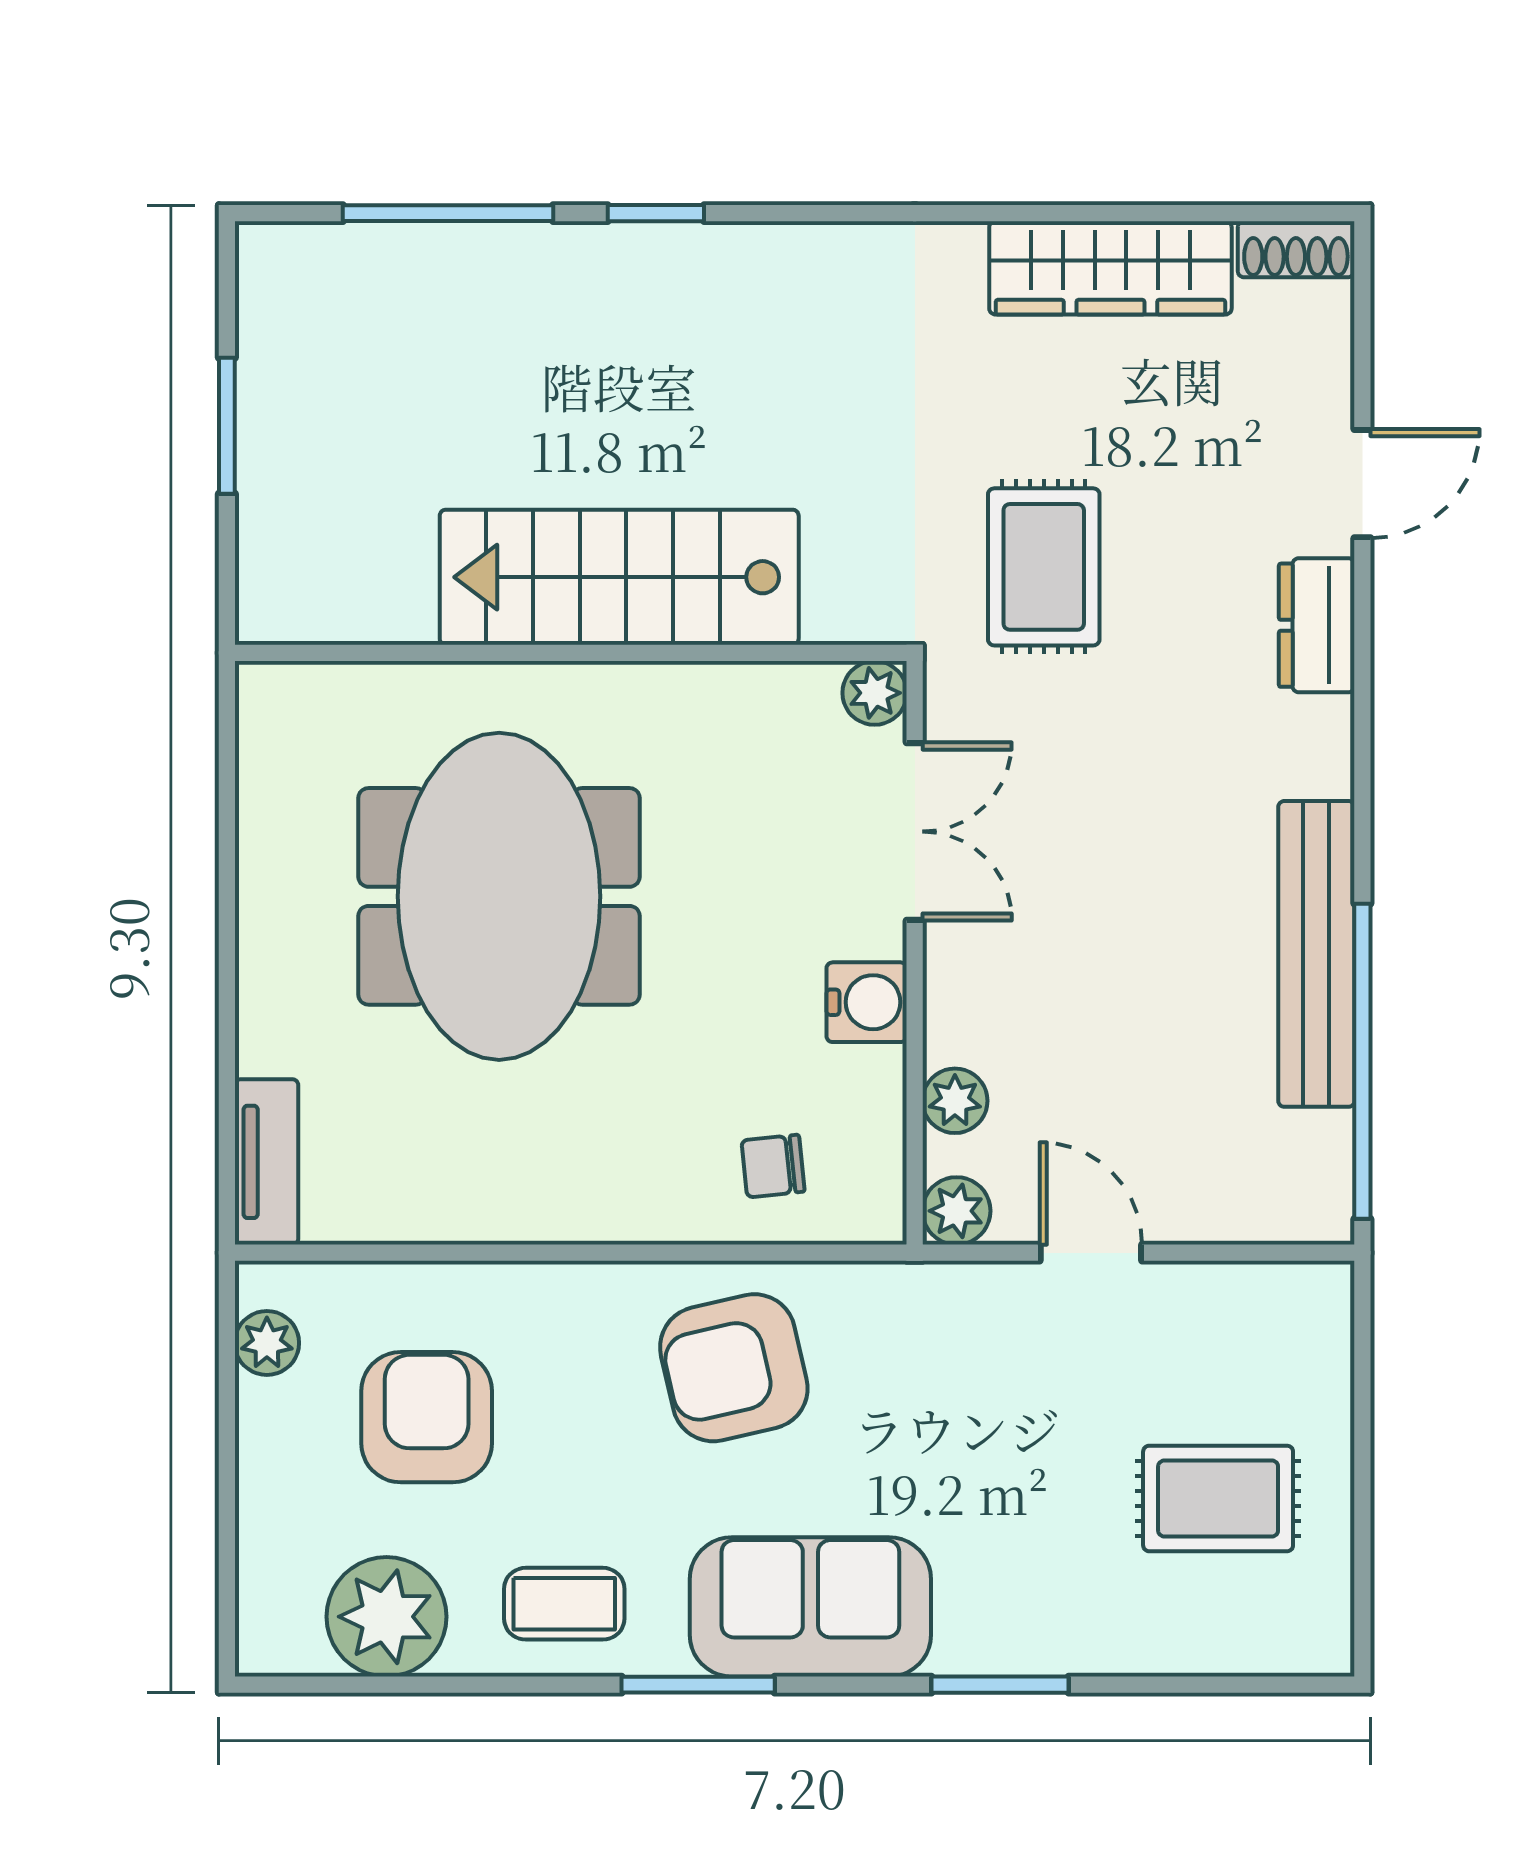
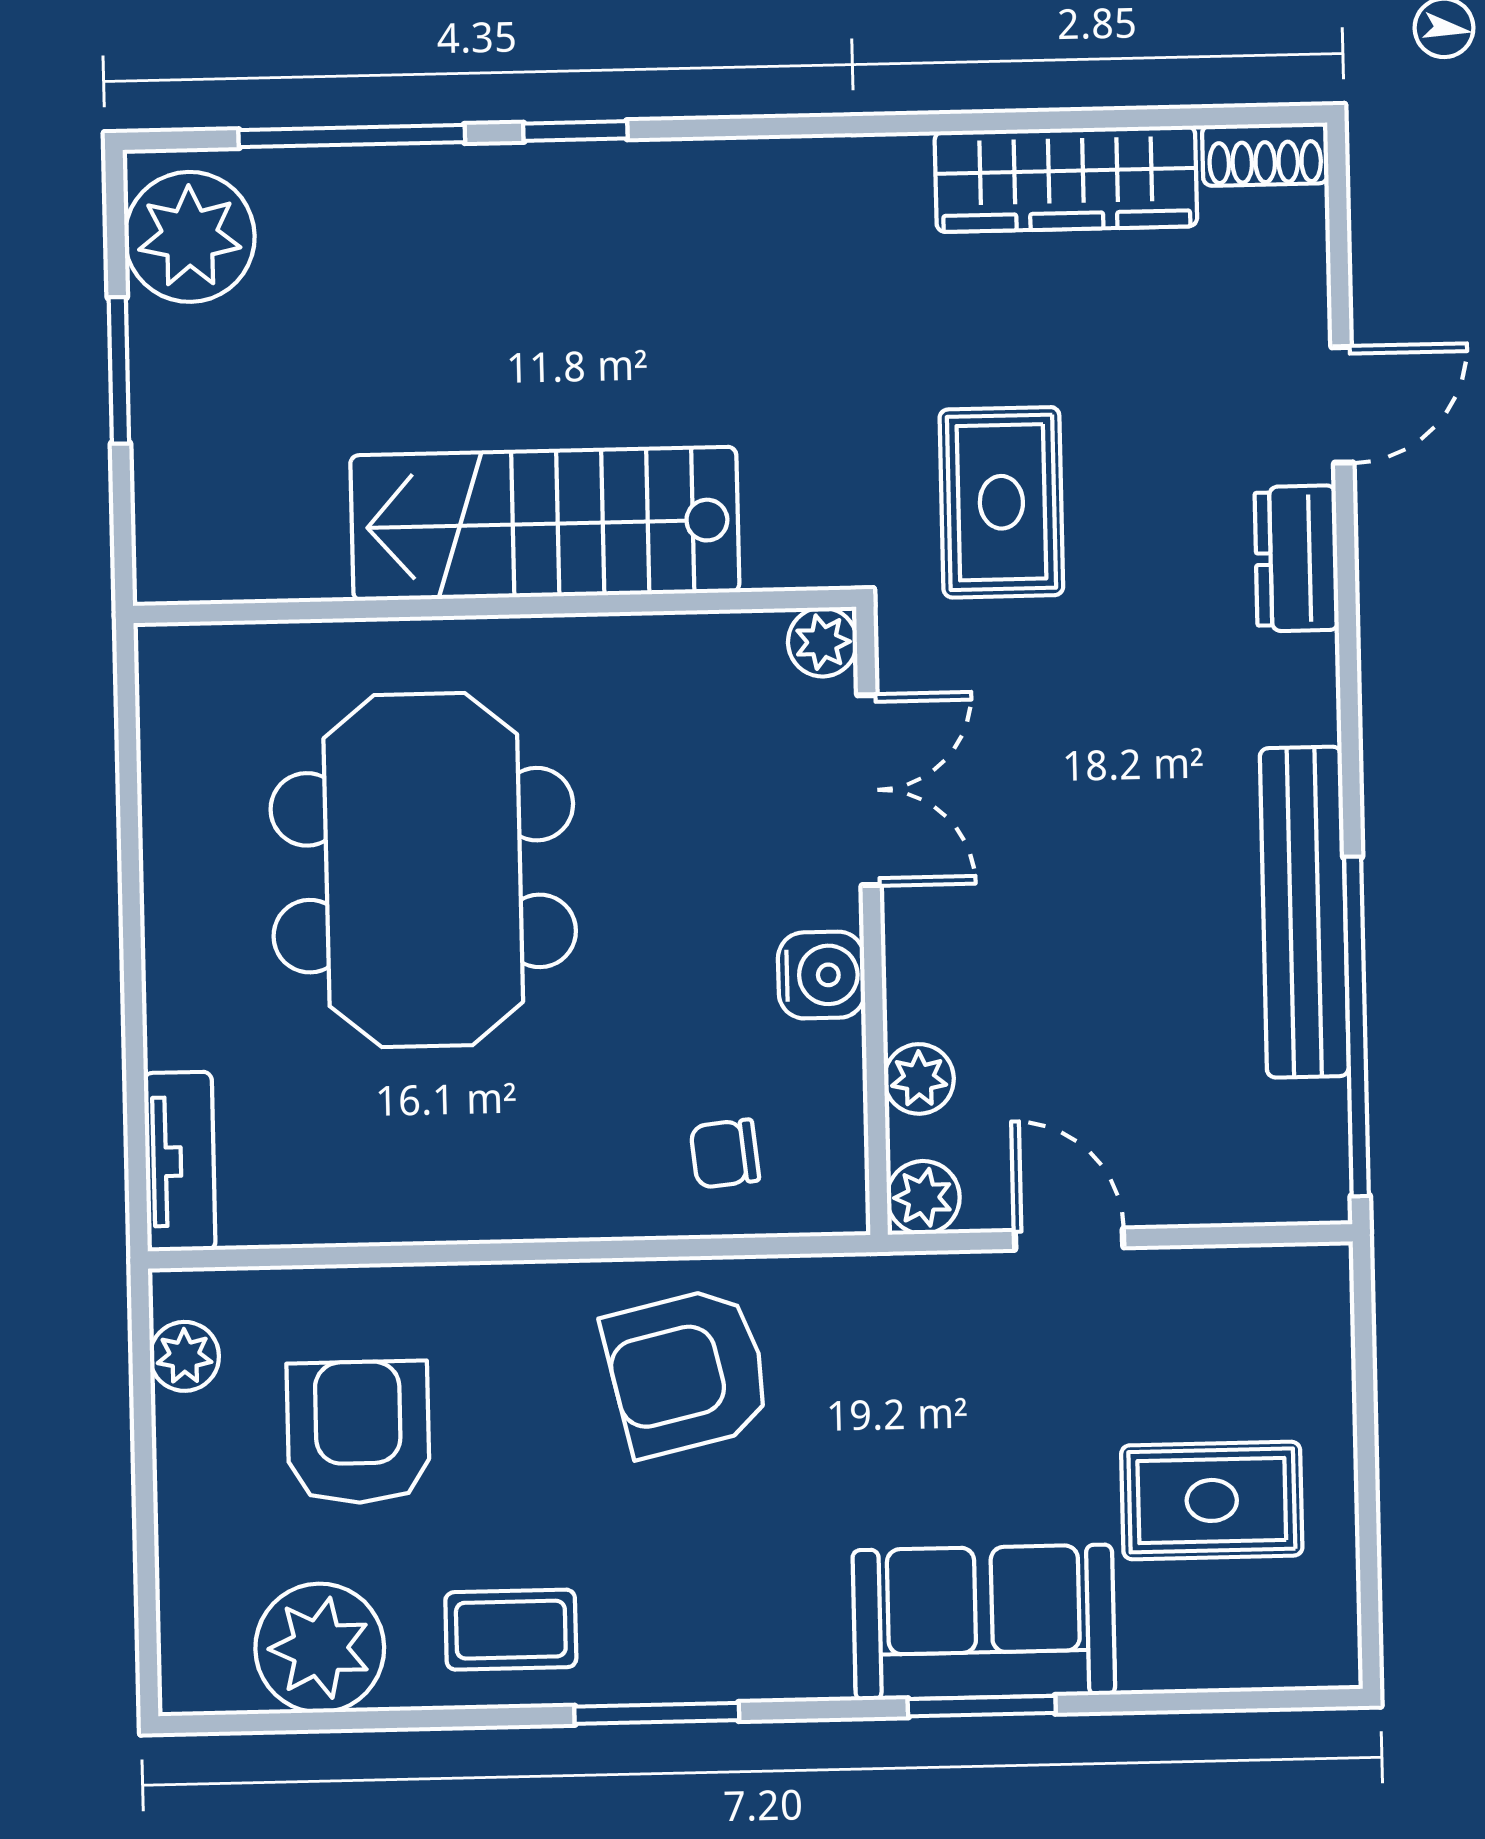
plant: (295, 303) -> (190, 237), added
sofa: (810, 1607) -> (984, 1622), moved

